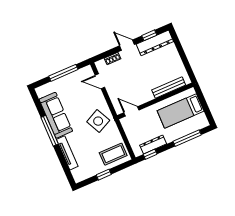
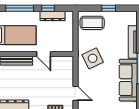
door: (131, 111) -> (44, 54), moved
window: (150, 154) -> (48, 8), moved

